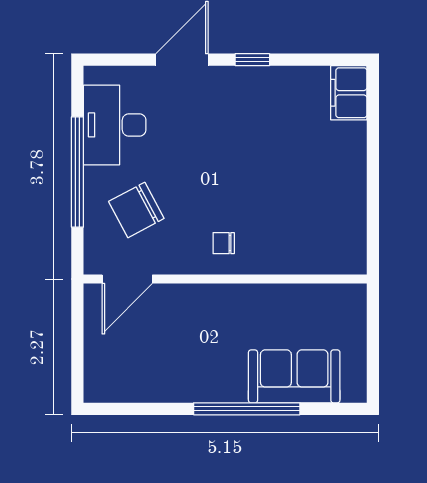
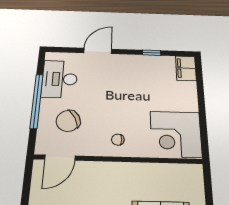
window: (252, 60) -> (152, 53), moved
corner desk: (324, 229) -> (176, 134), added

